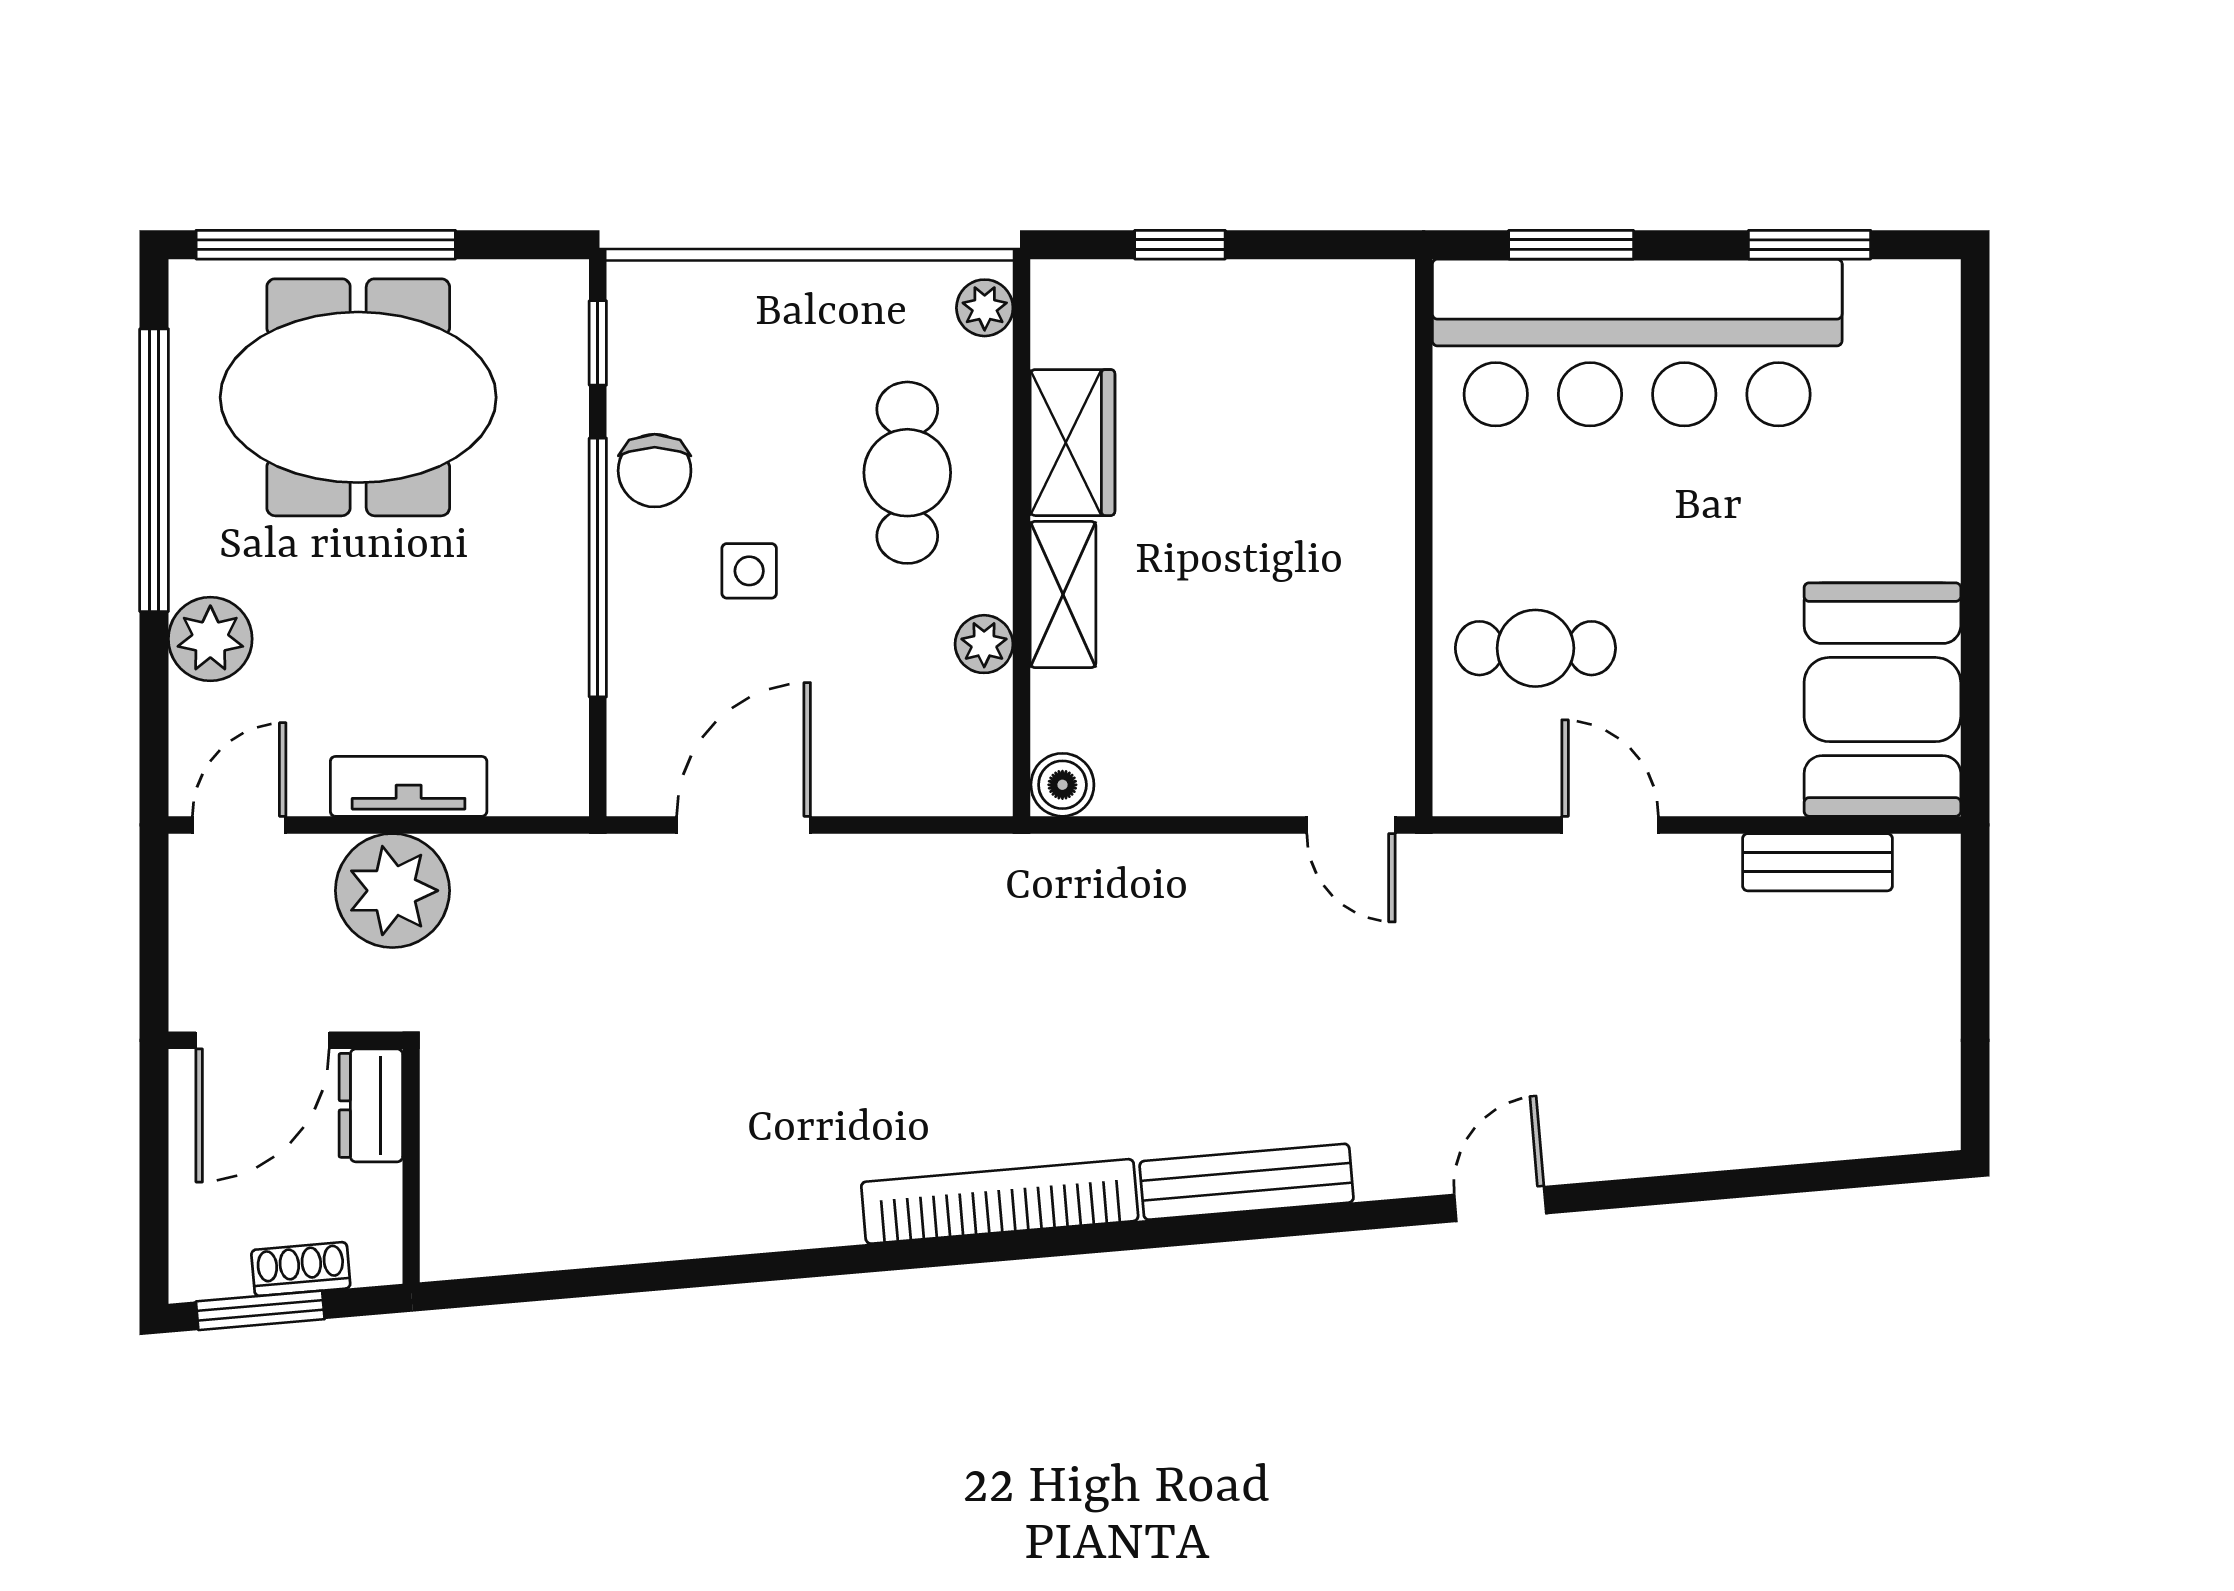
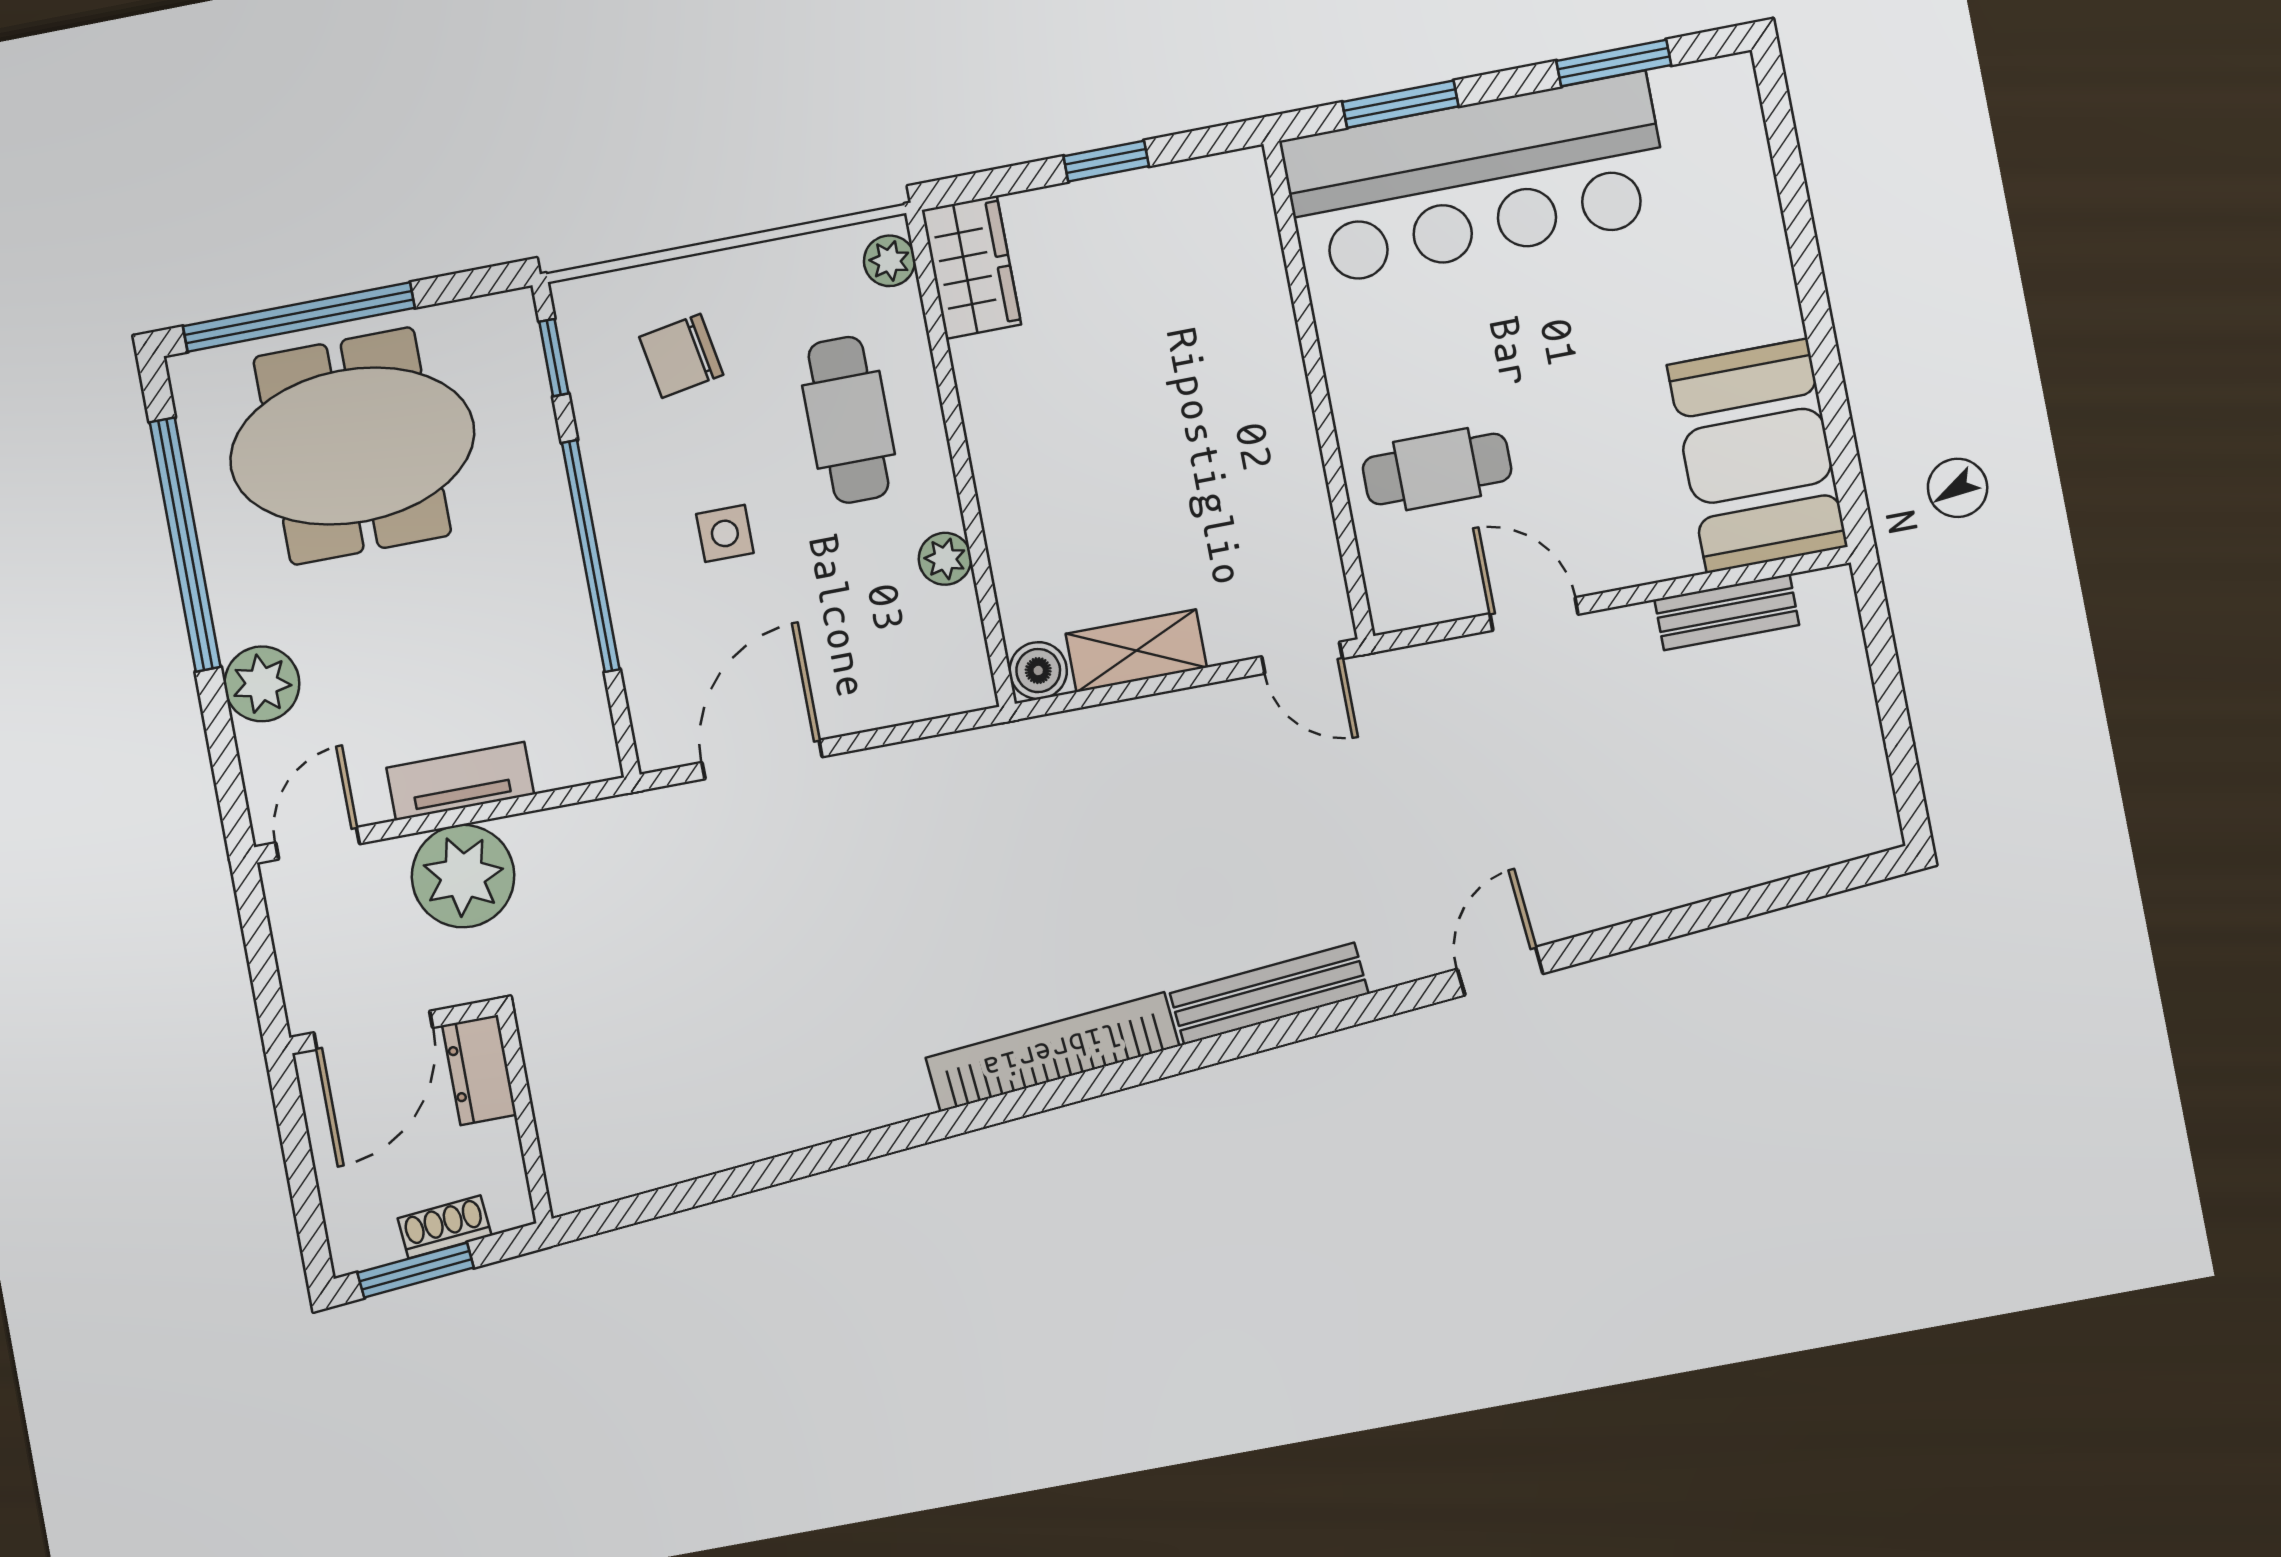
window: (1180, 245) -> (1106, 161), moved
wardrobe: (1072, 443) -> (971, 267), moved
chair: (655, 471) -> (681, 356), moved, turned 80
shelving: (1063, 594) -> (1136, 651), moved, turned 90

